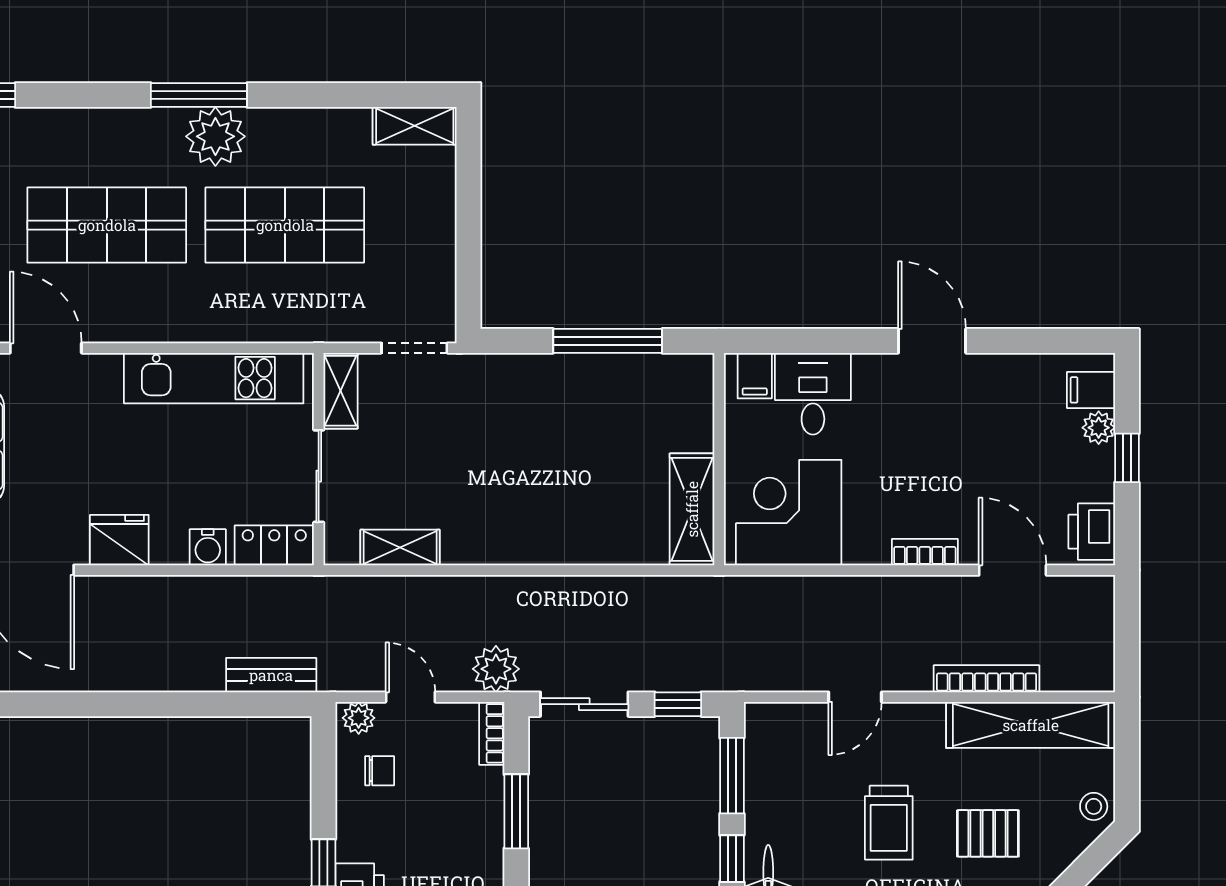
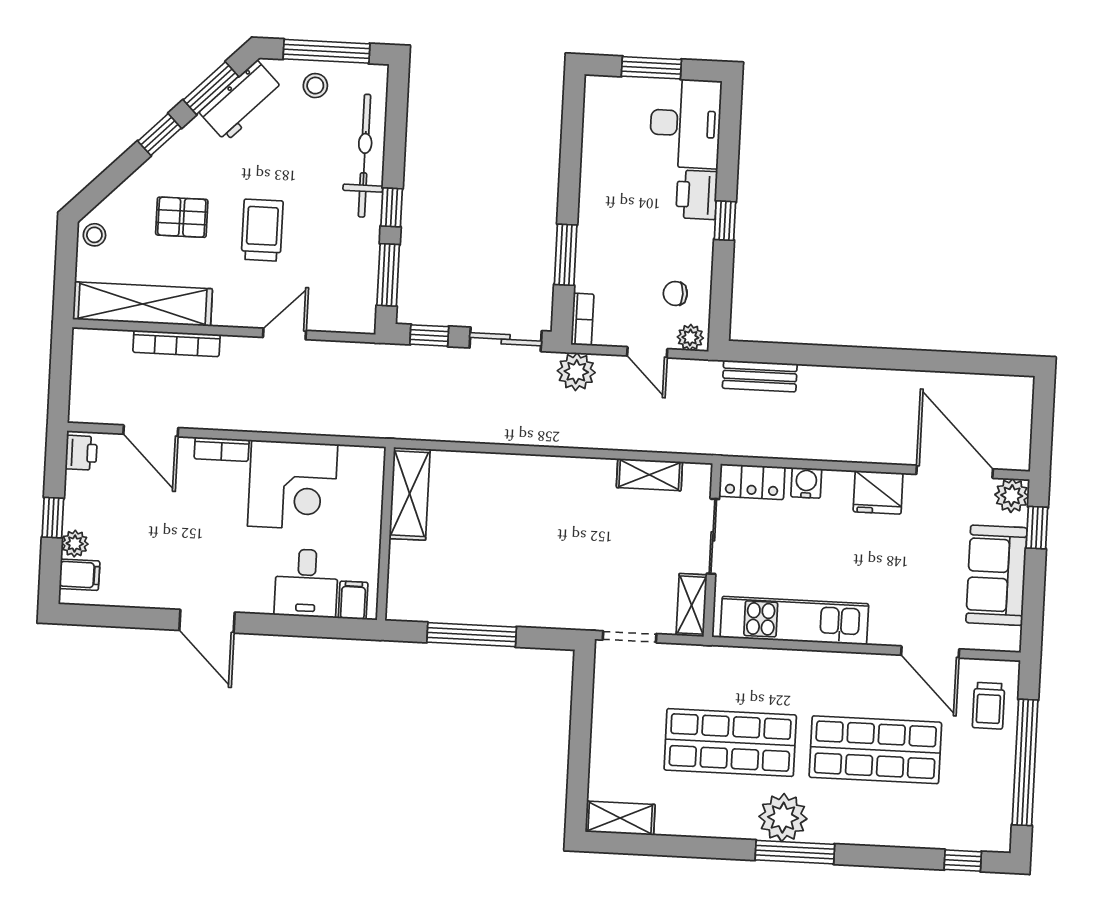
corner desk: (789, 513) -> (293, 485), moved
printer: (1092, 532) -> (81, 453), width x0.73, depth x0.81

